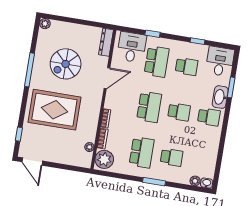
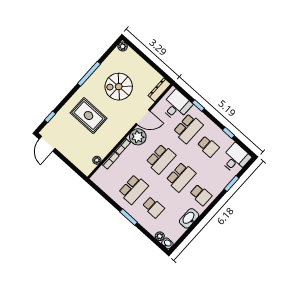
washbasin: (220, 97) -> (189, 218), moved
rug: (54, 110) -> (89, 116), width x0.73, depth x0.69
school desk: (179, 112) -> (181, 177), width x1.85
plant: (104, 159) -> (138, 137), moved

